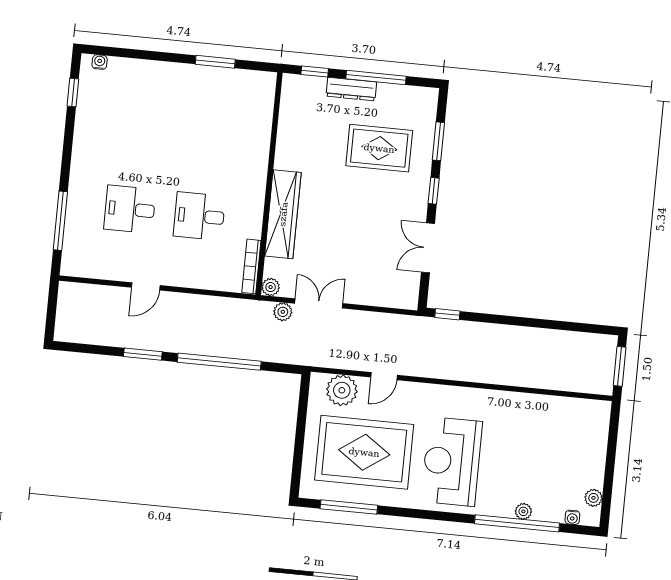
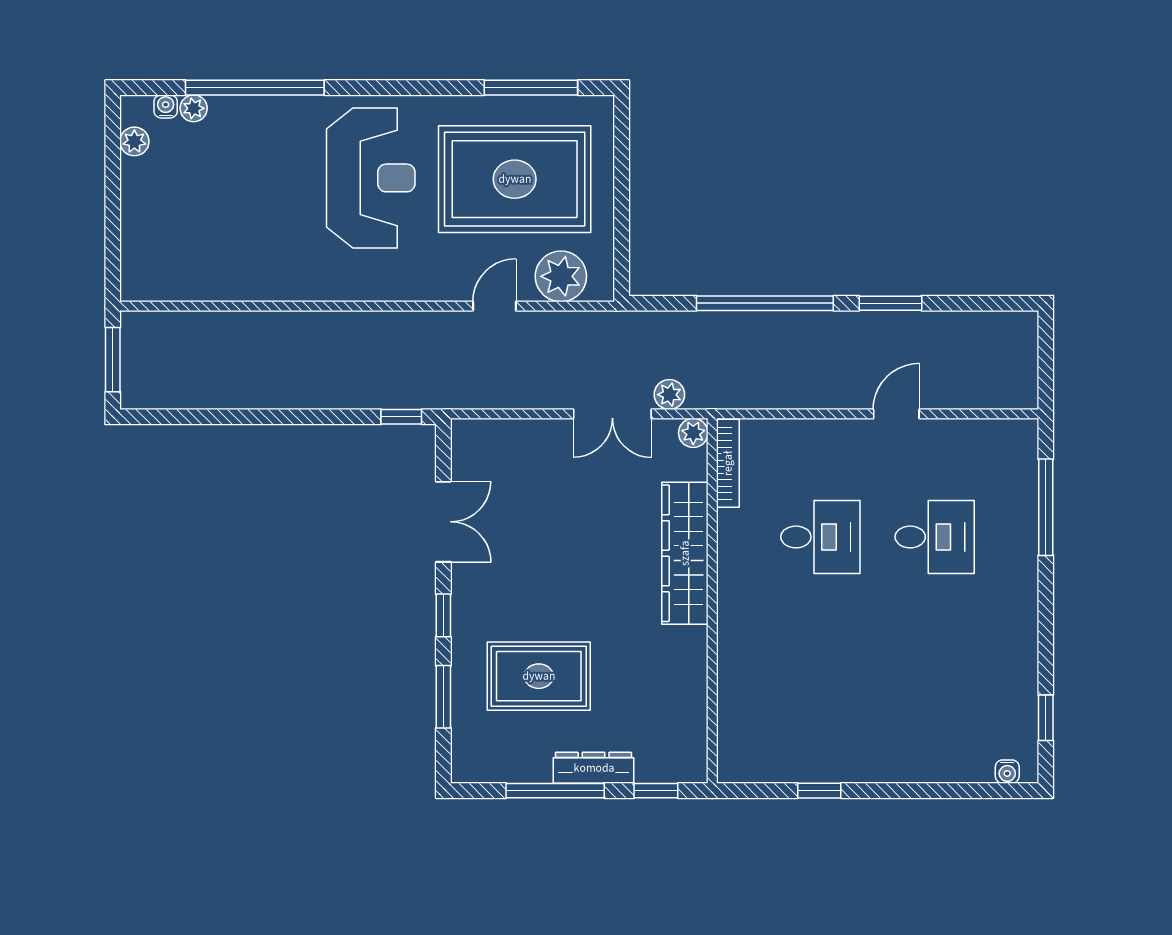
window: (215, 62) -> (819, 791), width x0.67
plant: (523, 511) -> (194, 108), moved

